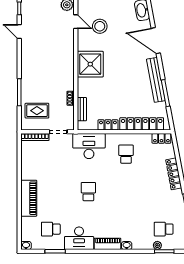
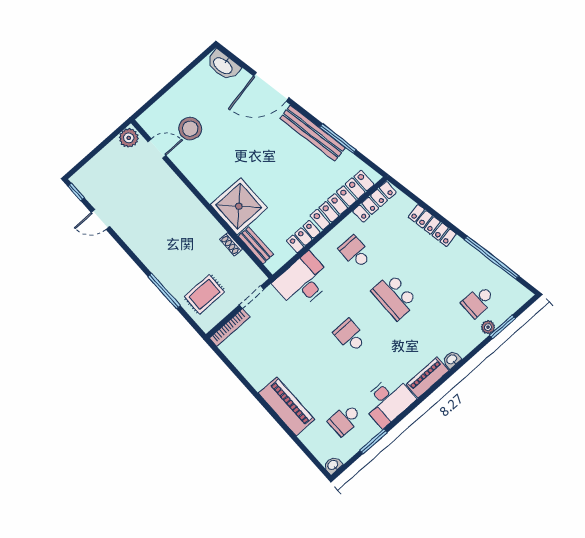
shower: (90, 64) -> (239, 206), moved
locker: (161, 138) -> (375, 202), width x1.53
school desk: (126, 192) -> (395, 296), added

